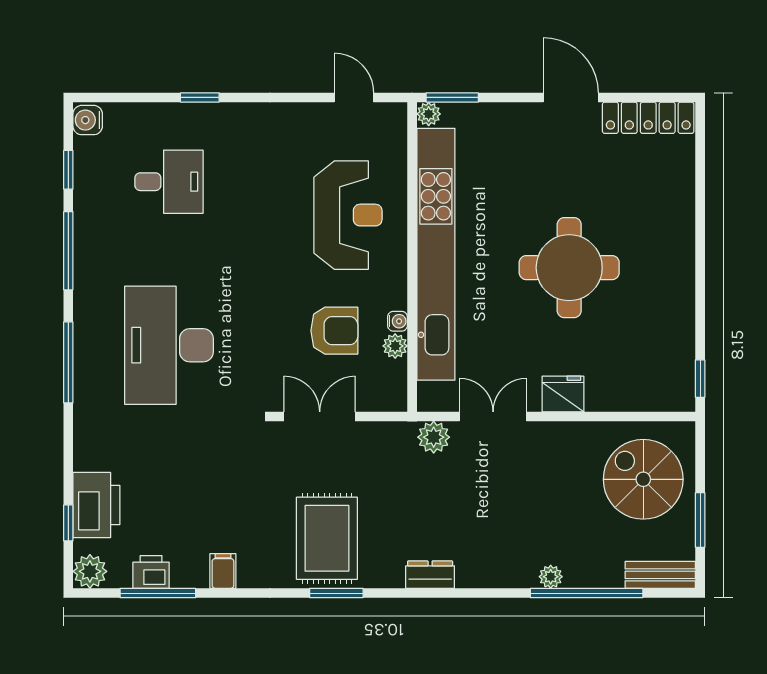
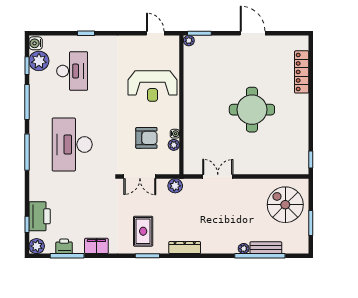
locker: (648, 118) -> (302, 72), moved, turned 90
plant: (95, 159) -> (39, 61), added
desk: (169, 182) -> (72, 71), width x1.37
reception desk: (348, 215) -> (153, 86), turned 90
kitchen unit: (436, 254) -> (192, 104), removed
fridge: (563, 394) -> (249, 166), removed
double door: (320, 416) -> (140, 177), swing flipped
plant: (434, 437) -> (175, 186), moved
rug: (327, 538) -> (143, 231), width x0.73, depth x0.70
filing cabinet: (223, 571) -> (96, 246), width x2.00
dresser: (430, 575) -> (185, 248), width x1.44
bench: (660, 575) -> (266, 248), moved

